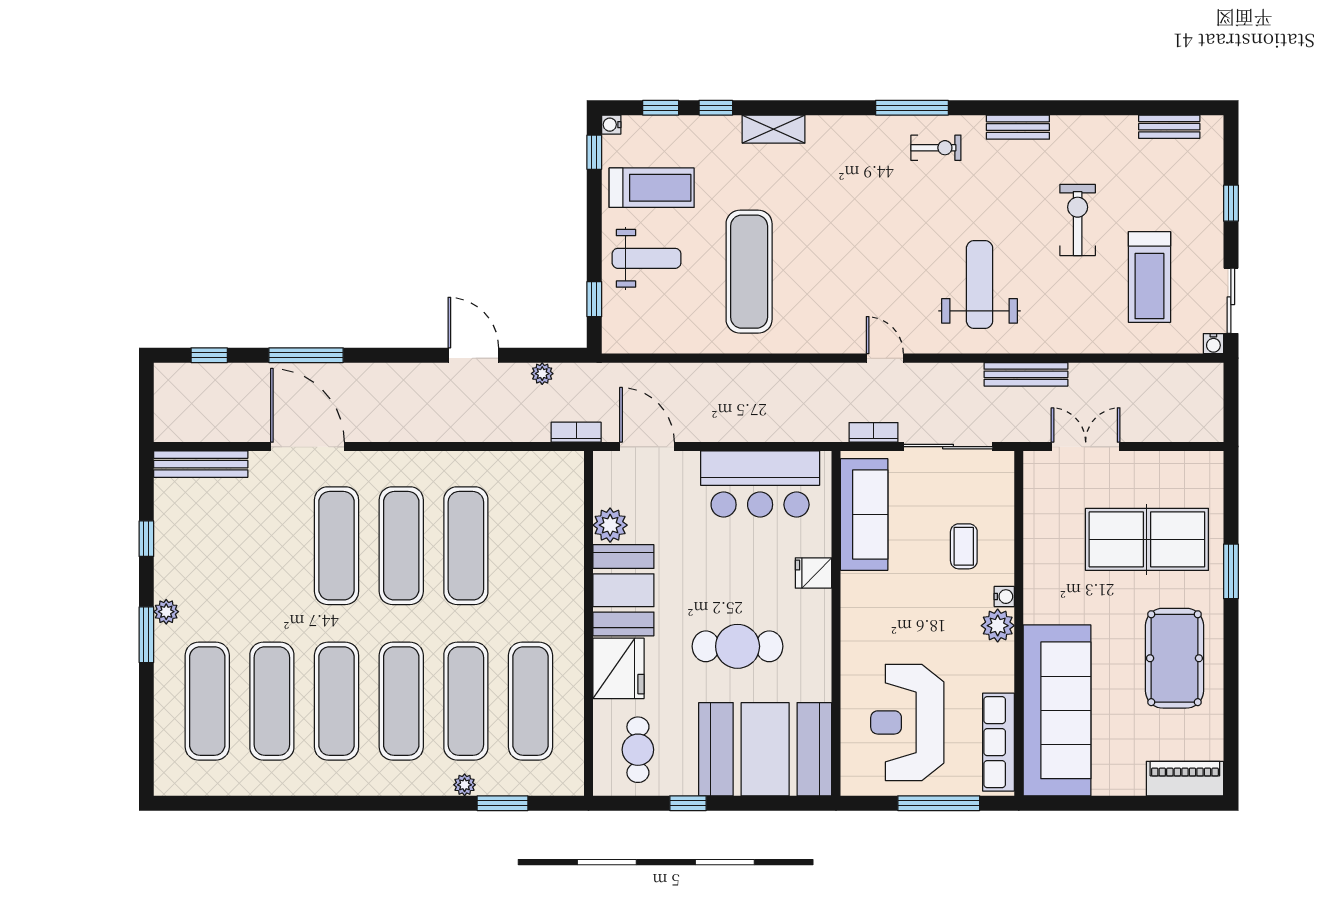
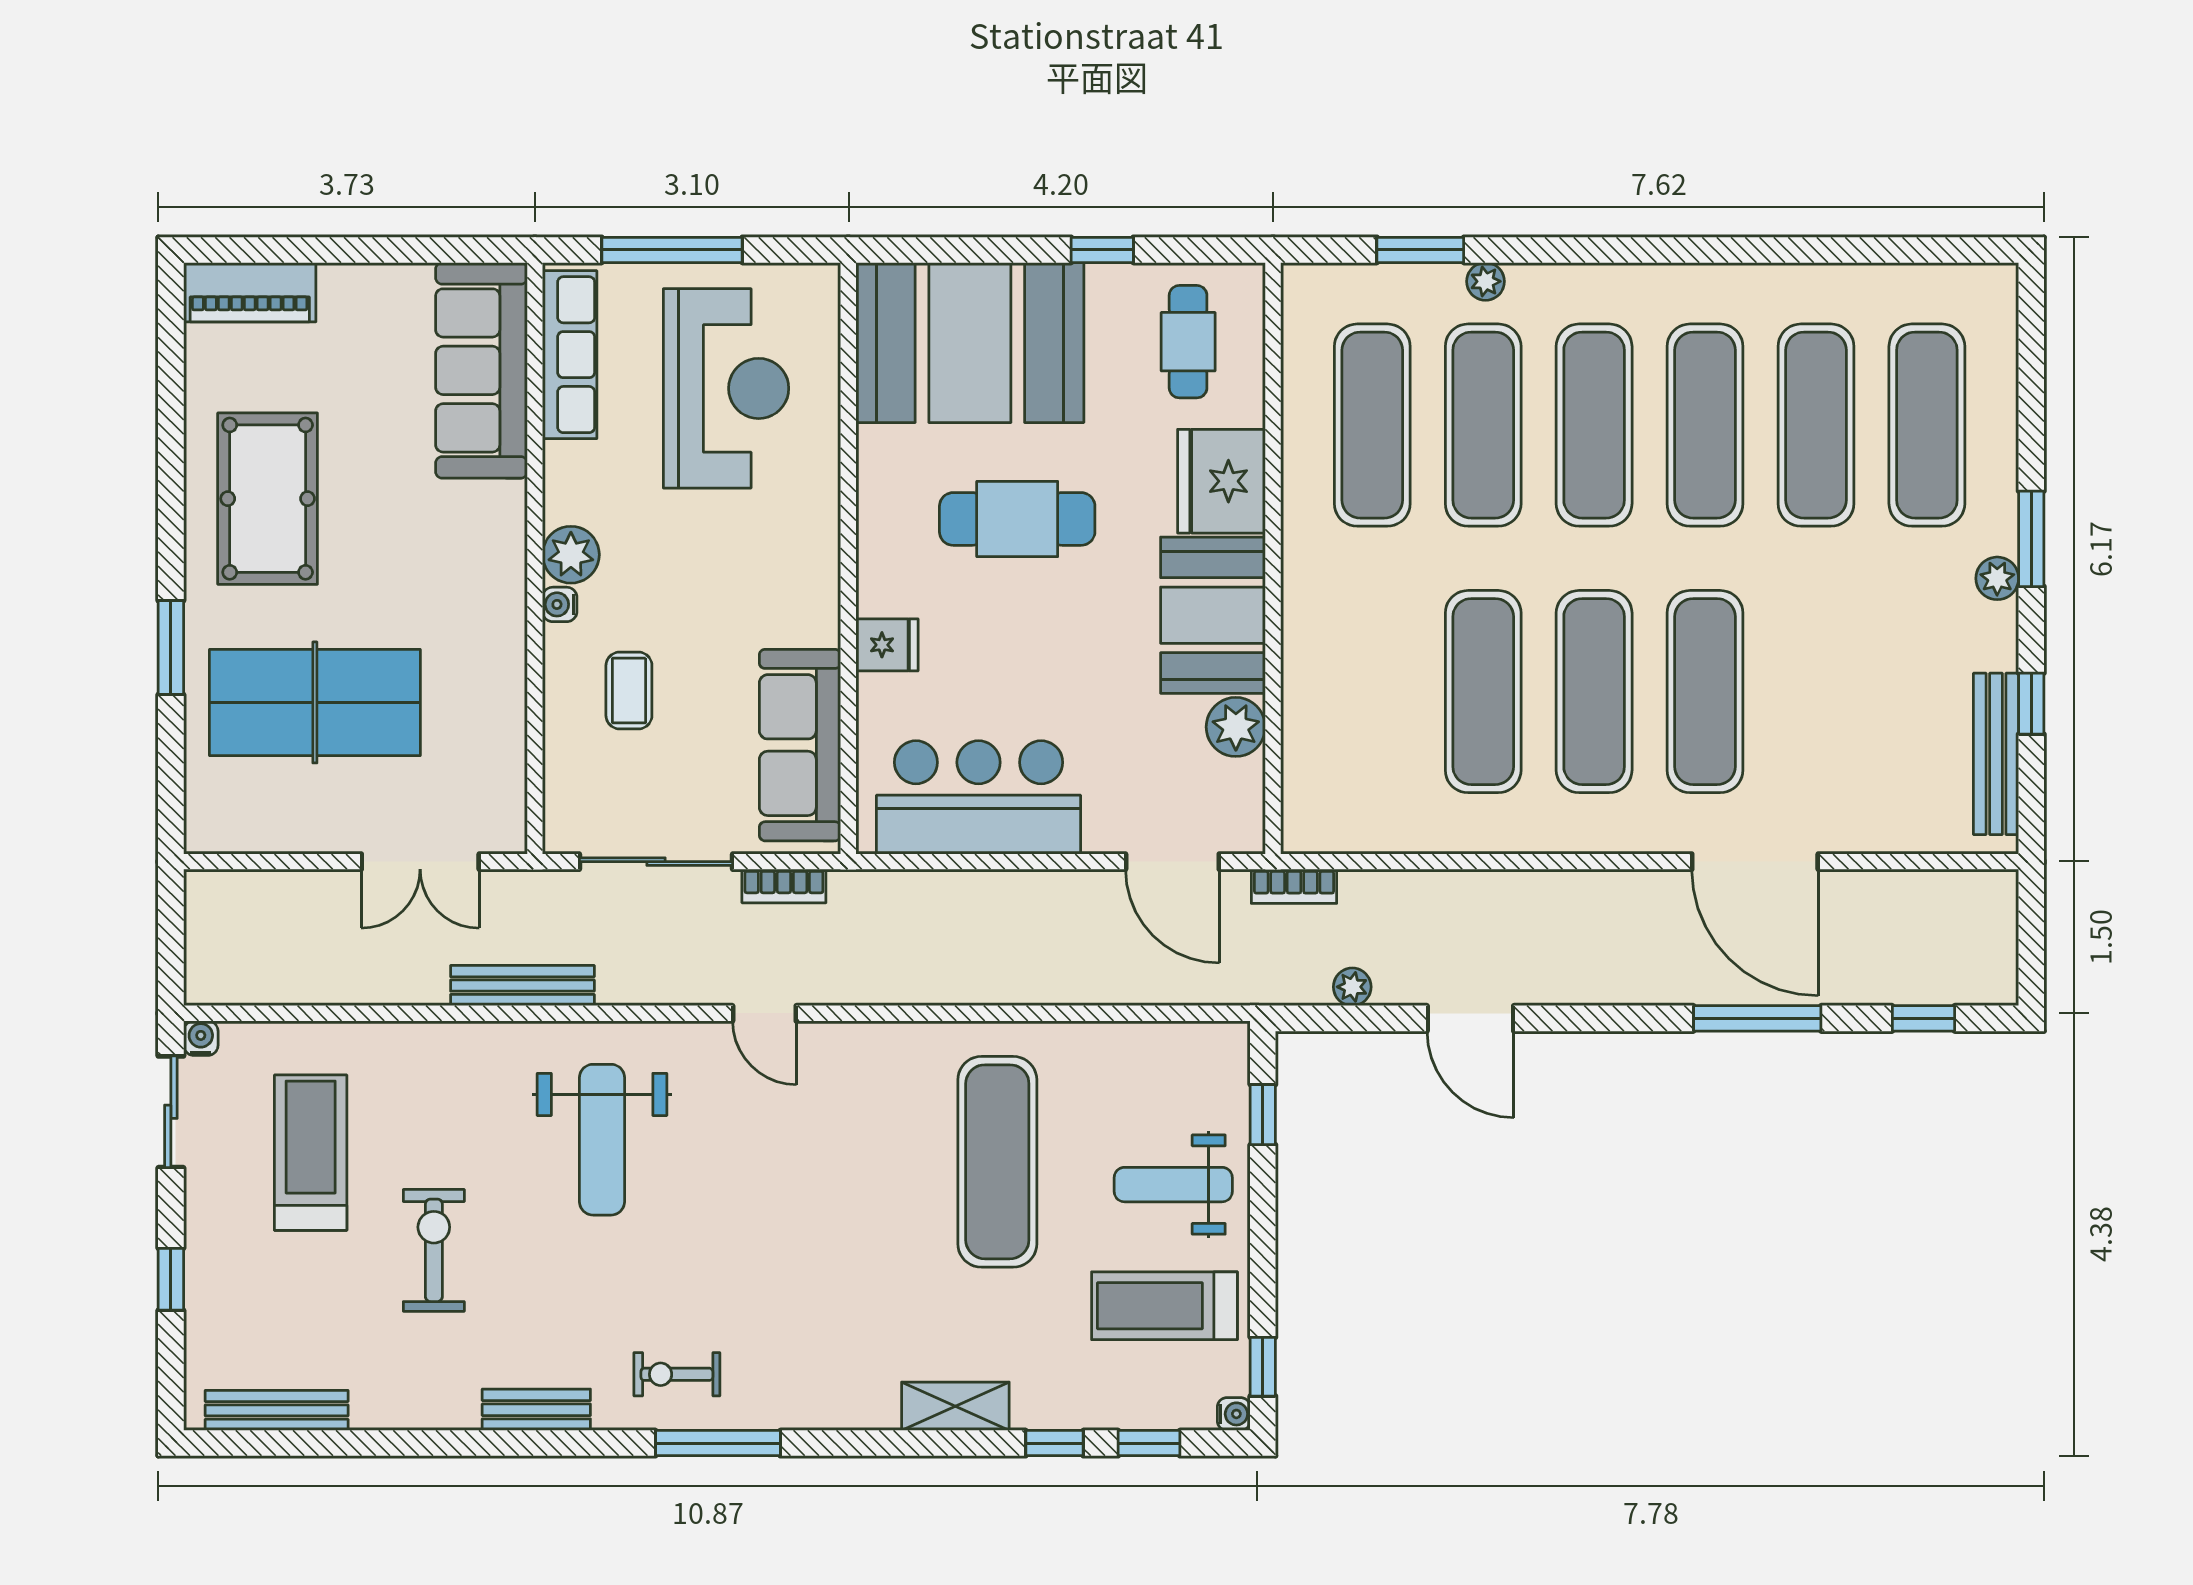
bench: (1169, 127) -> (277, 1410), width x1.36
exercise bike: (1078, 220) -> (434, 1250), turned 180
bench: (201, 464) -> (1996, 754), moved, turned 90
sofa: (1057, 710) -> (481, 370), width x0.74, depth x0.79

